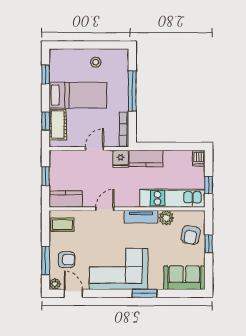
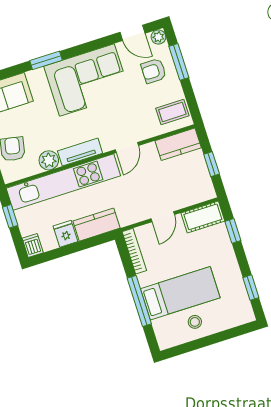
bed: (78, 95) -> (180, 293), moved, turned 180
cot: (58, 125) -> (203, 217), moved, turned 90
fridge: (121, 159) -> (65, 234), moved
kitchen unit: (172, 198) -> (63, 182), width x1.36

